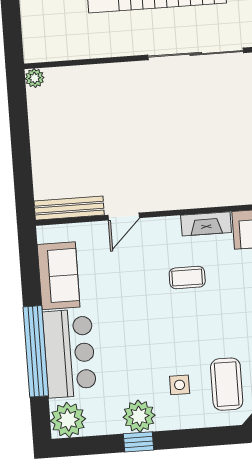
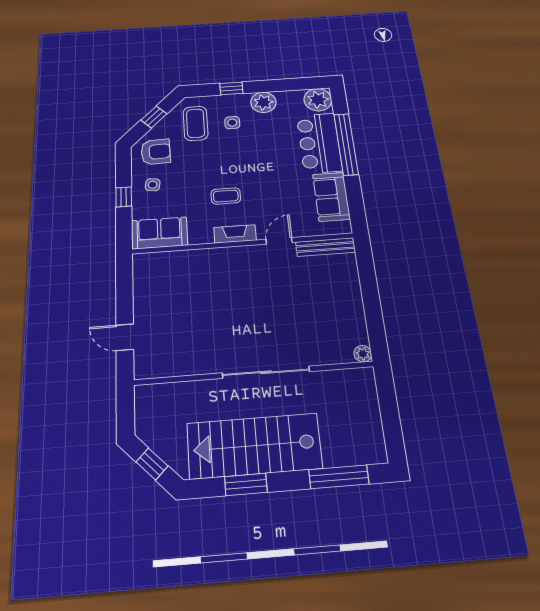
sliding door: (196, 54) -> (266, 372), moved
fireplace: (206, 224) -> (235, 234), moved
window: (139, 442) -> (231, 88), moved

